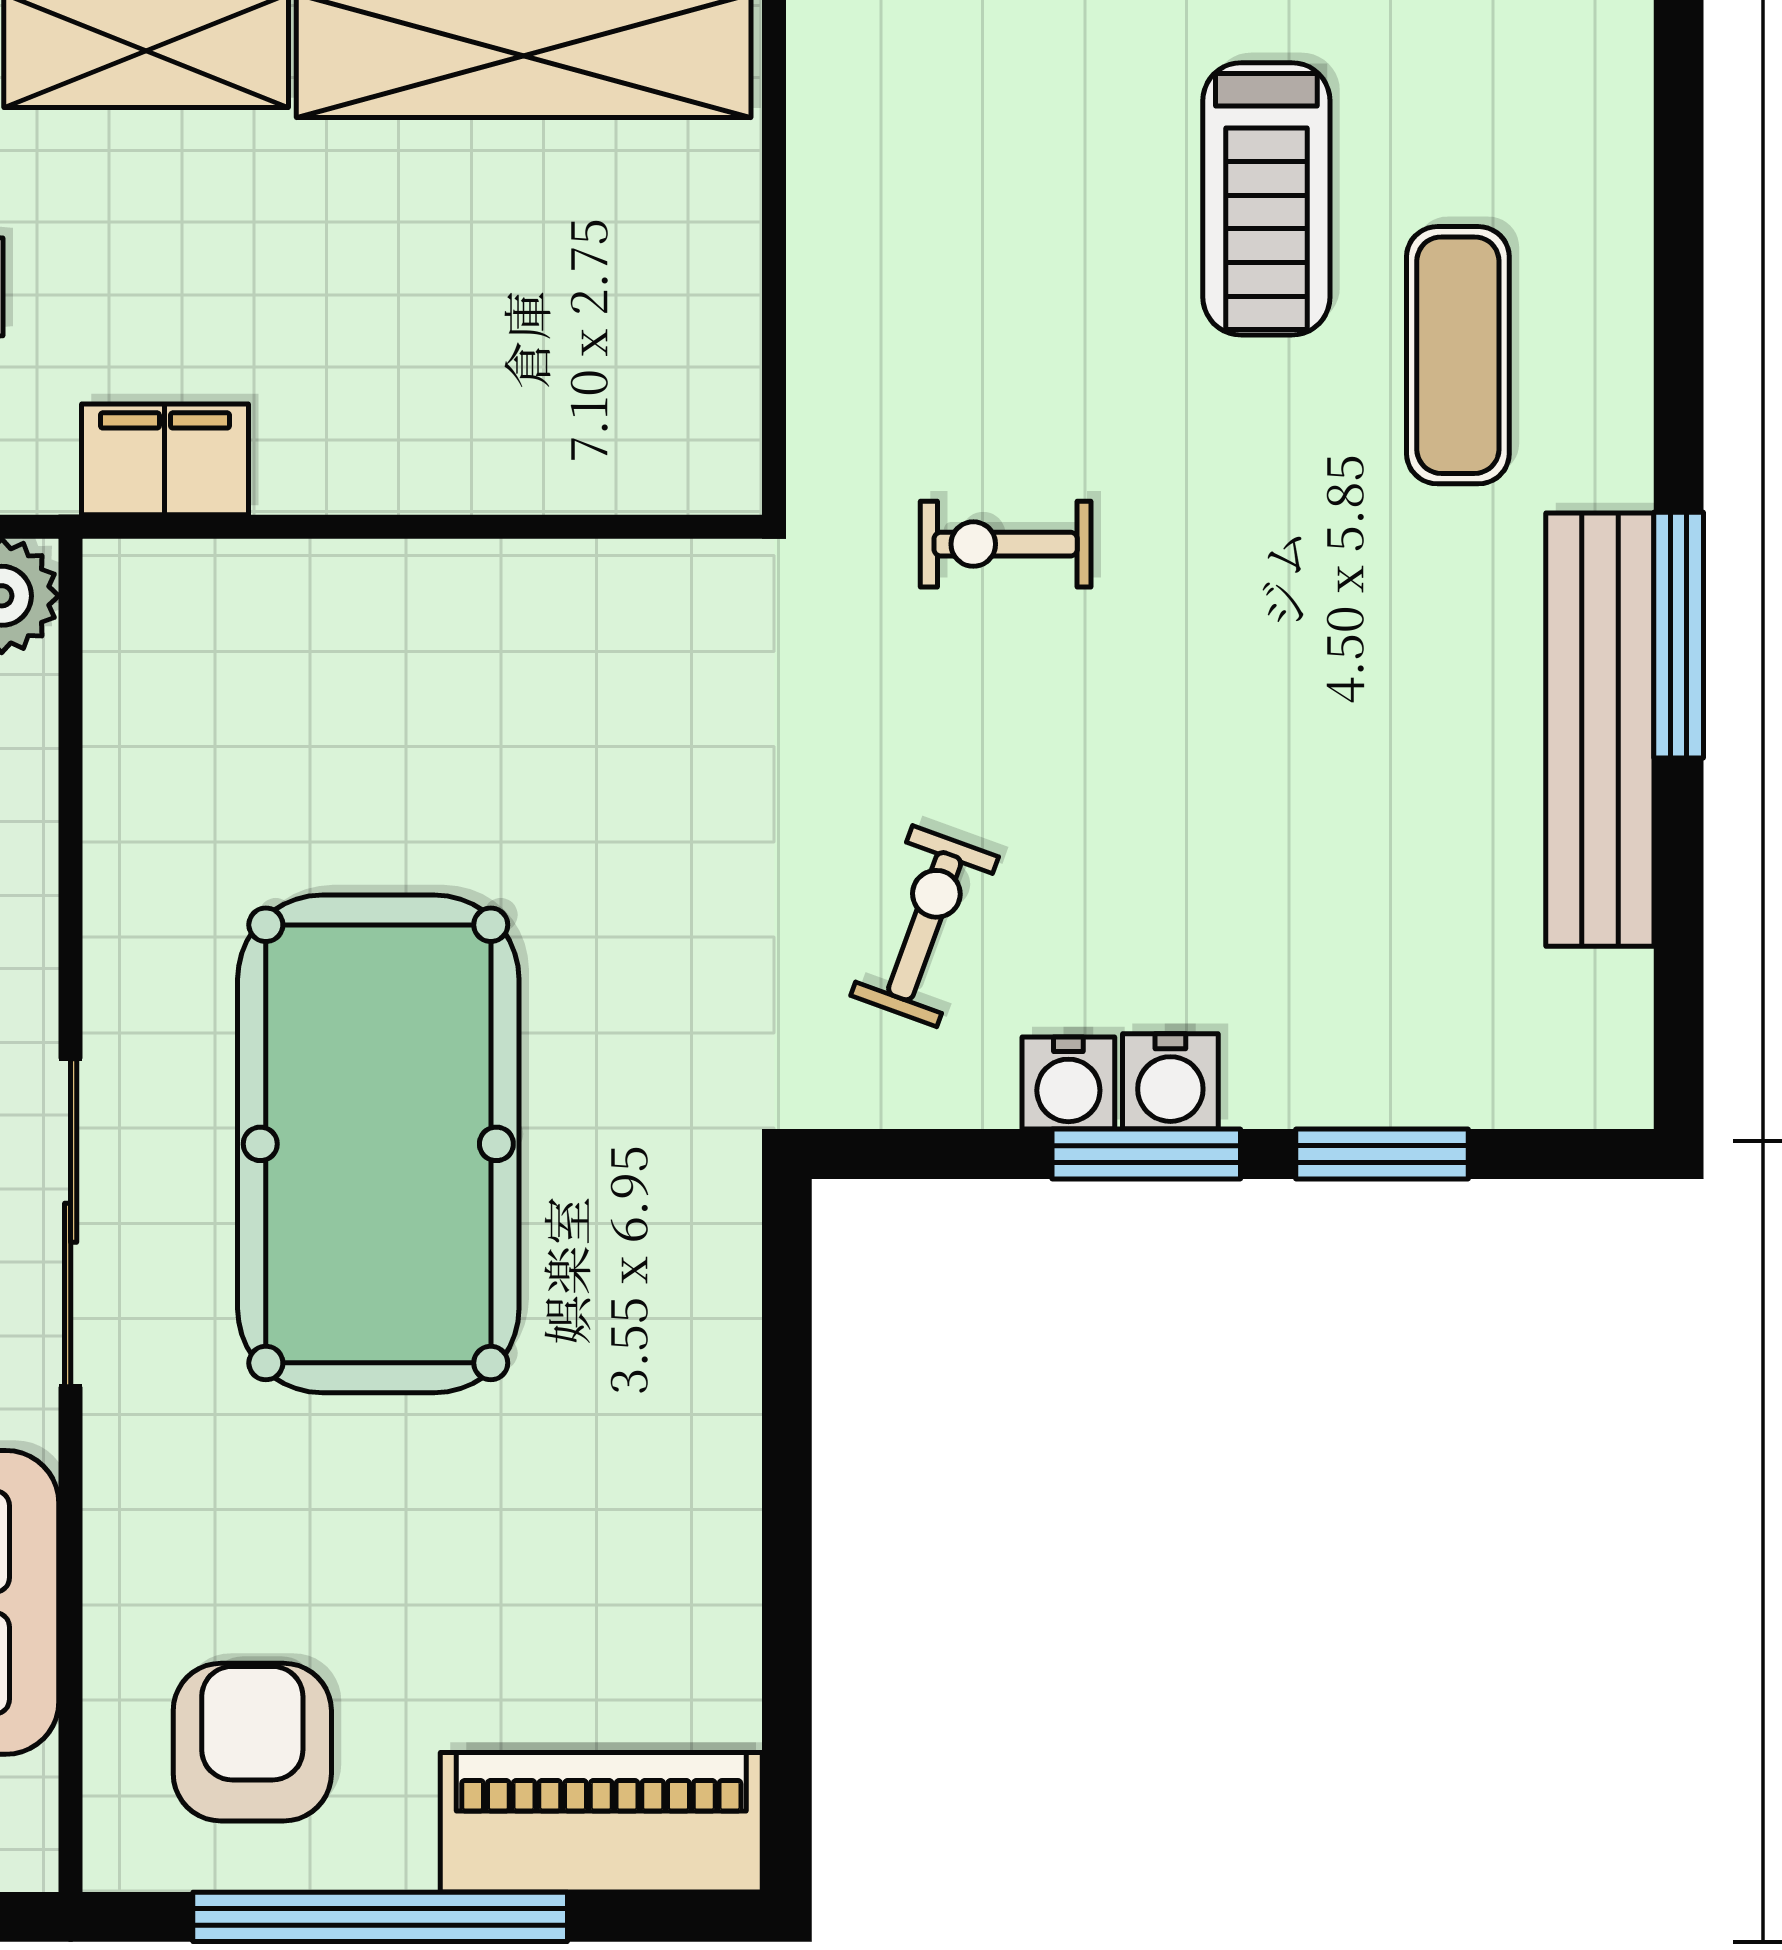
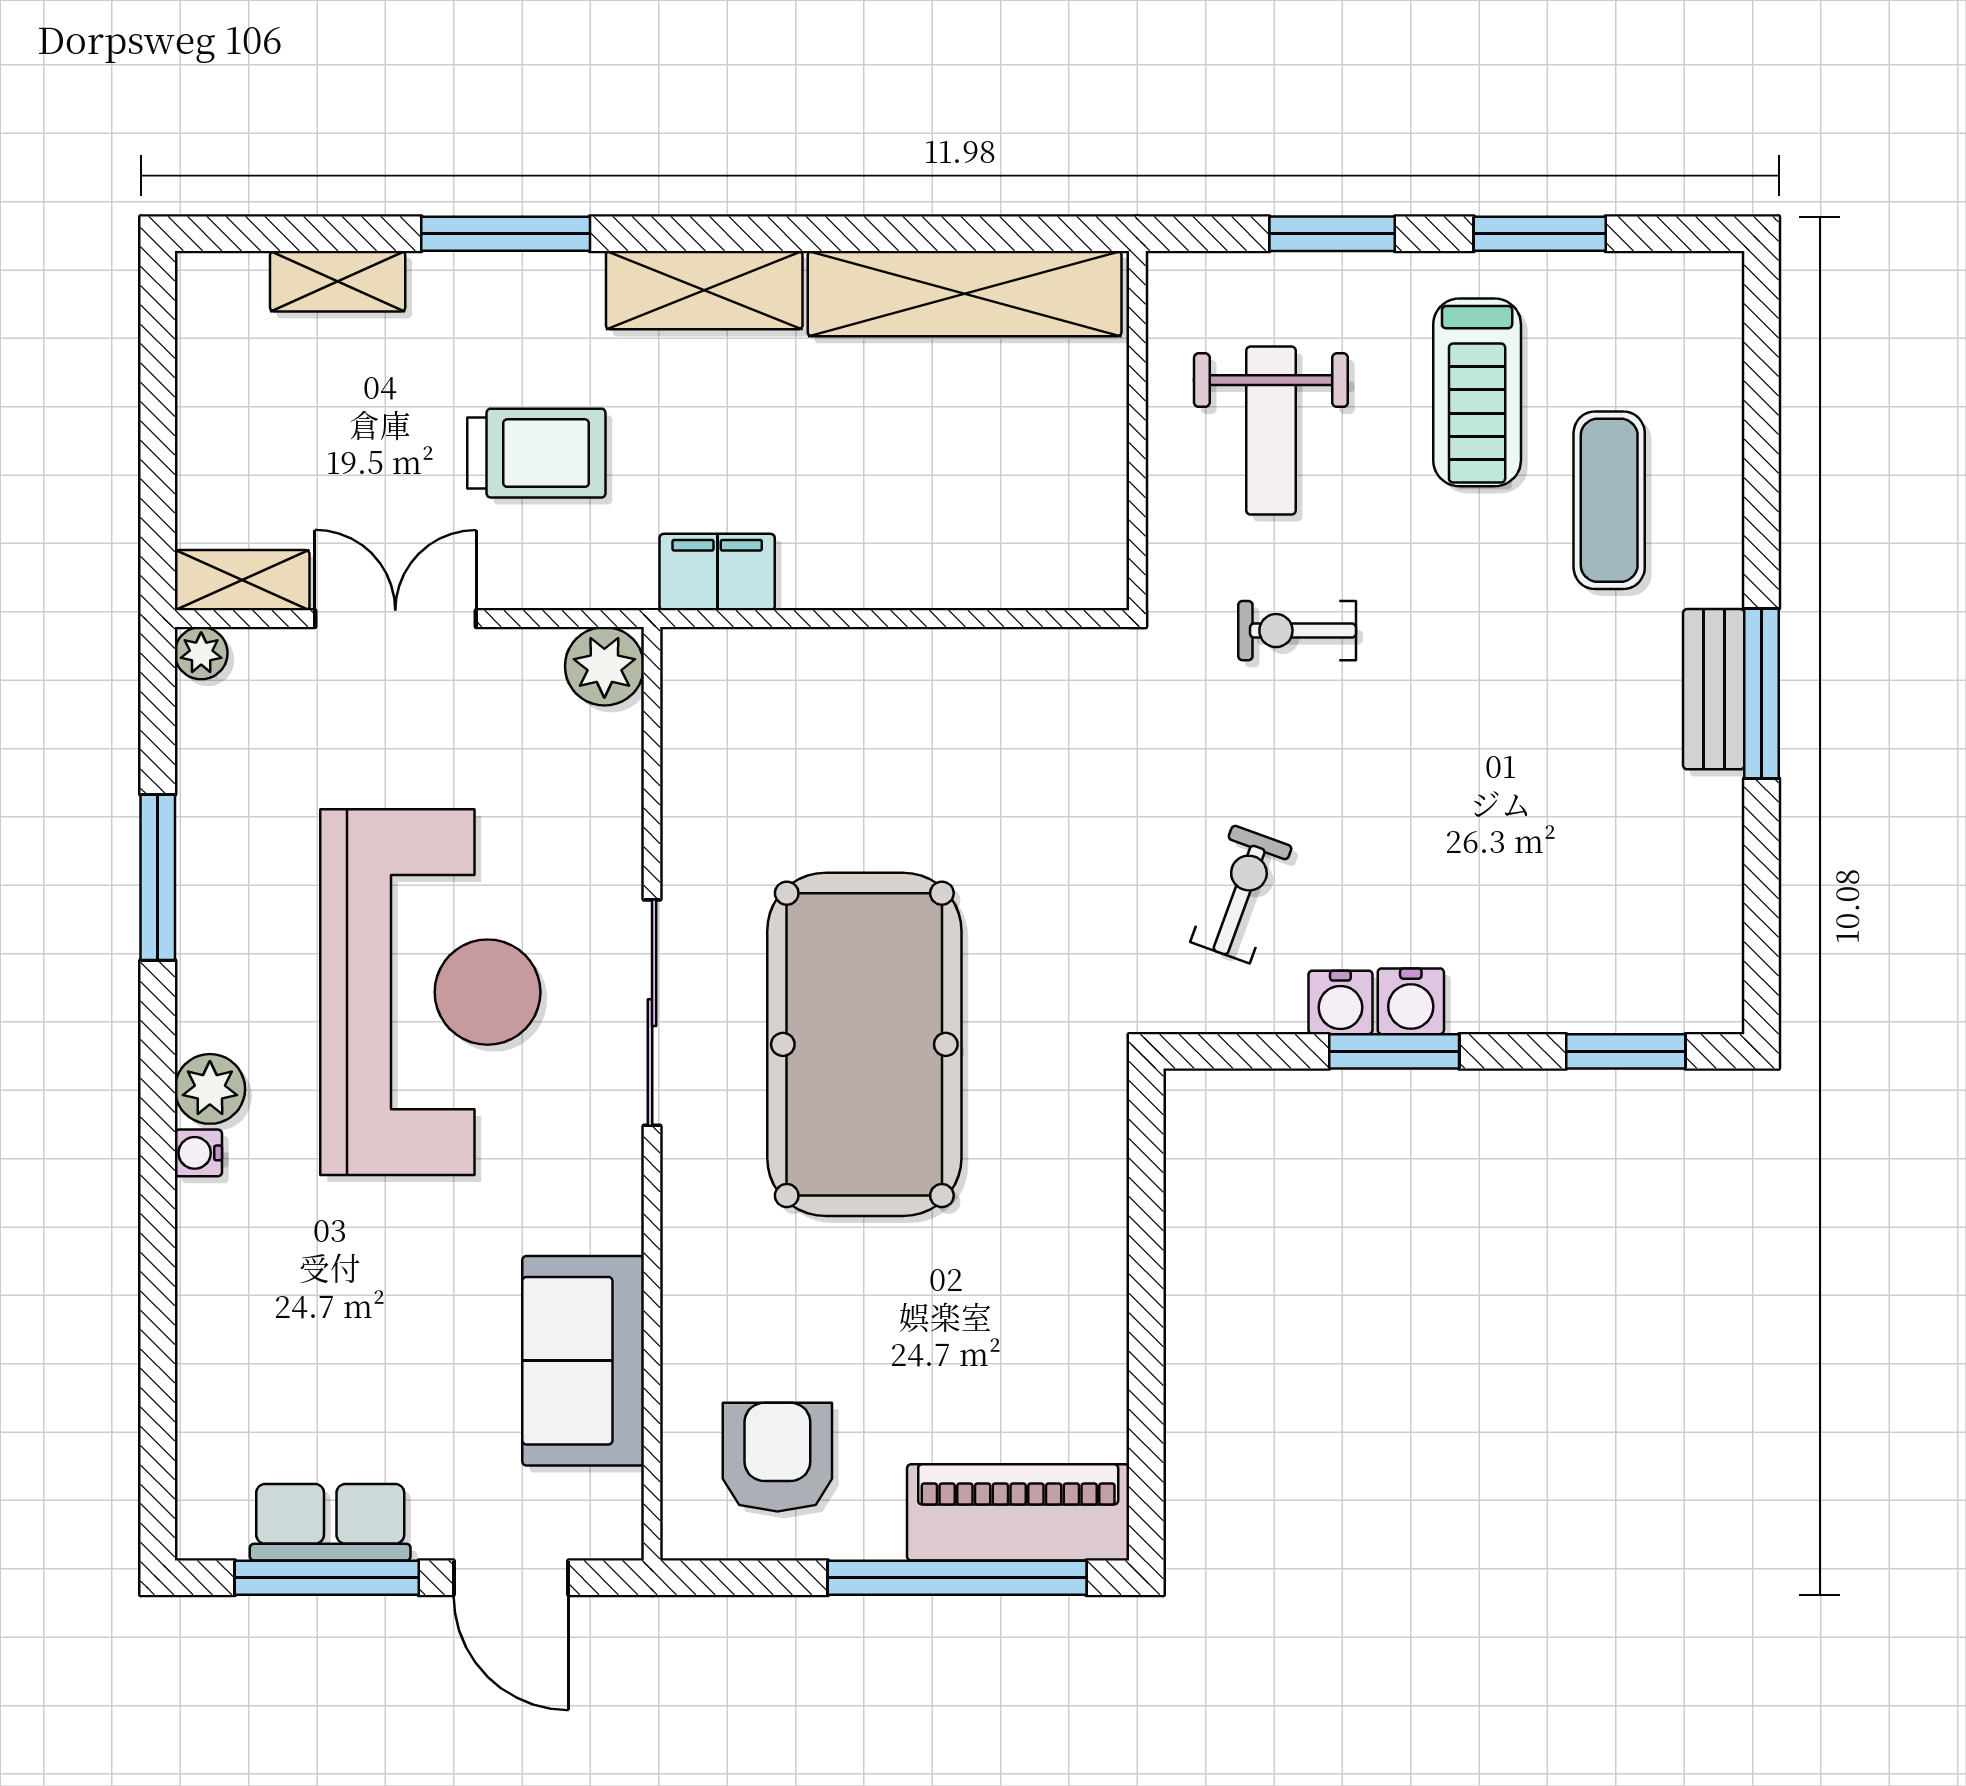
weight bench: (968, 254) -> (1271, 431), added
bench: (1600, 730) -> (1714, 689), width x0.54, depth x0.82
window: (1382, 1154) -> (1626, 1051), moved
sliding door: (71, 1223) -> (652, 1013), moved
window: (380, 1917) -> (957, 1578), moved

